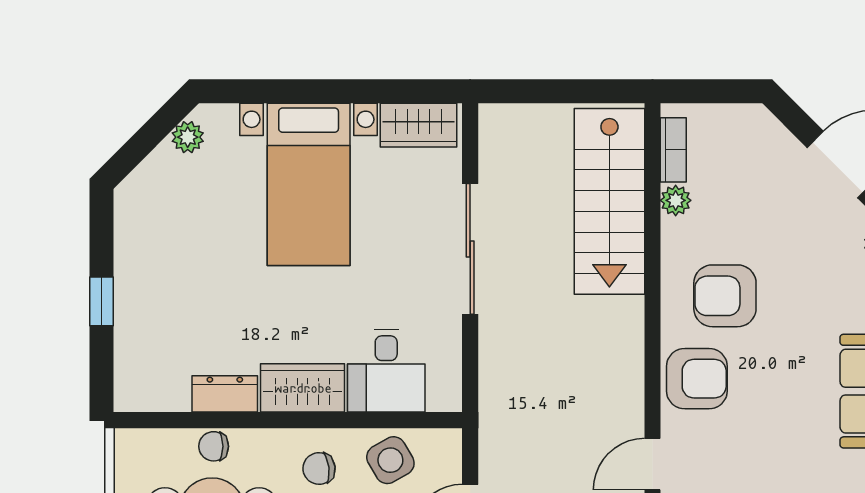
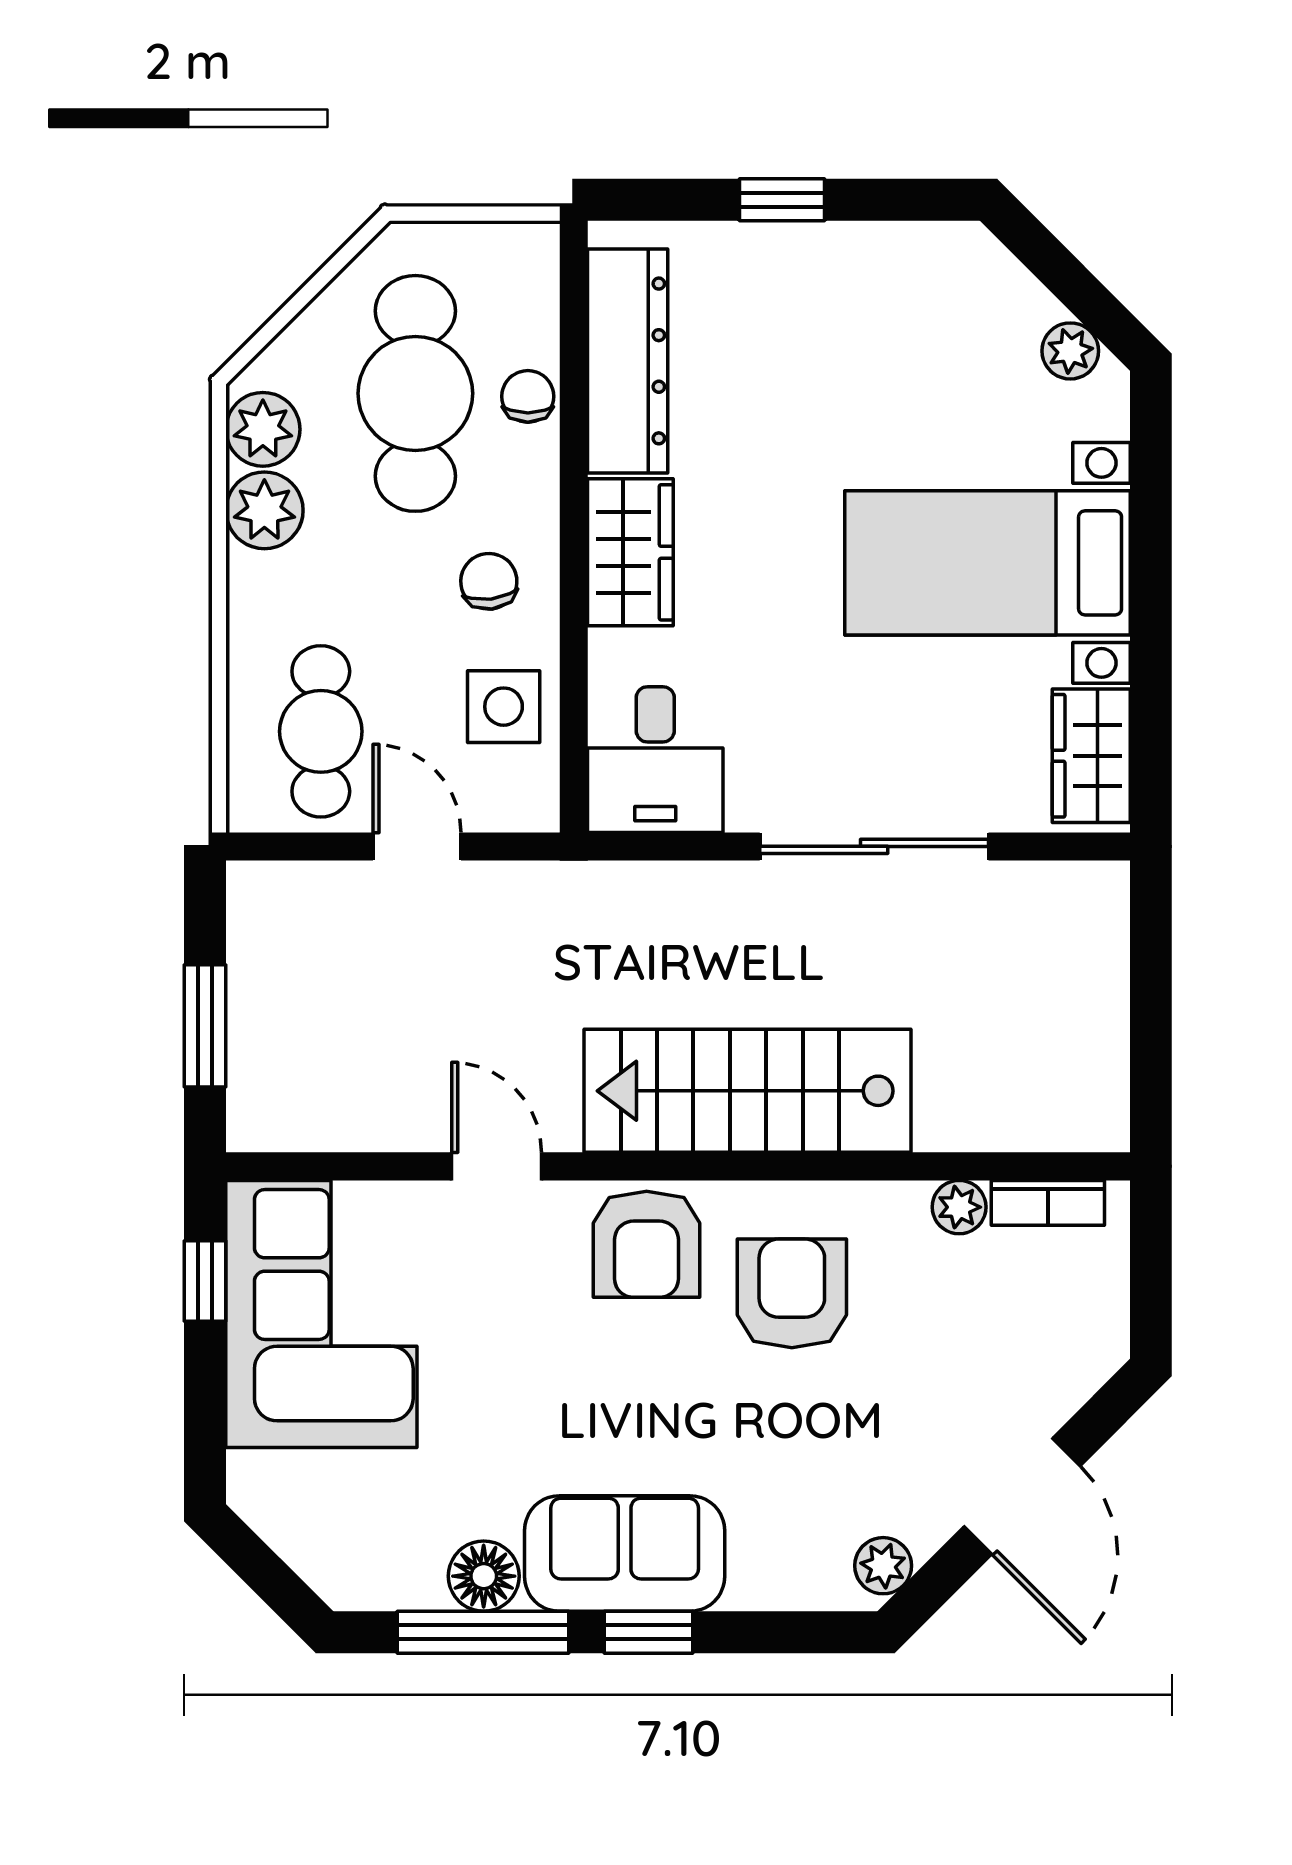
stairs: (609, 201) -> (747, 1091), moved
desk: (386, 371) -> (655, 760), moved, turned -90
dresser: (225, 394) -> (628, 361), width x1.96, depth x1.24
side table: (390, 460) -> (504, 707), turned 30

